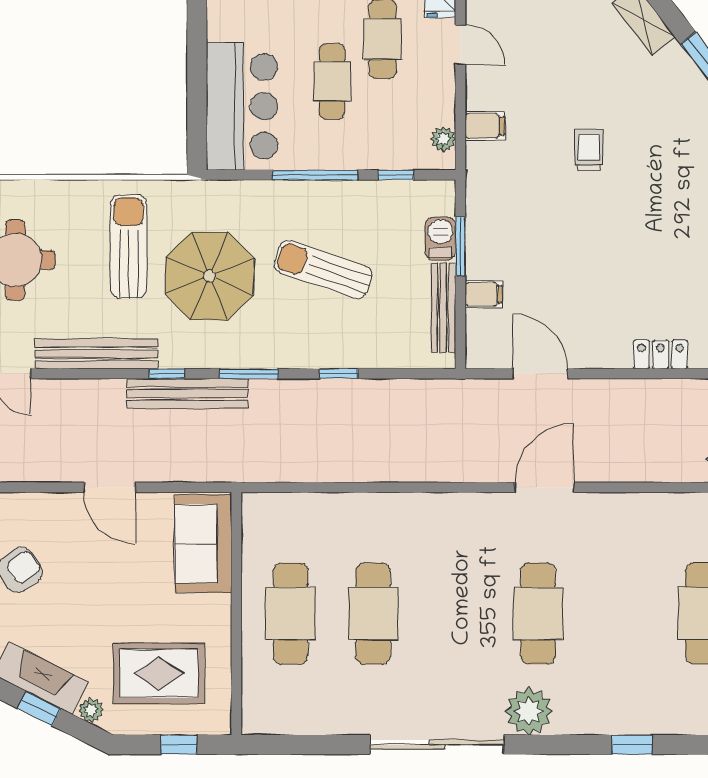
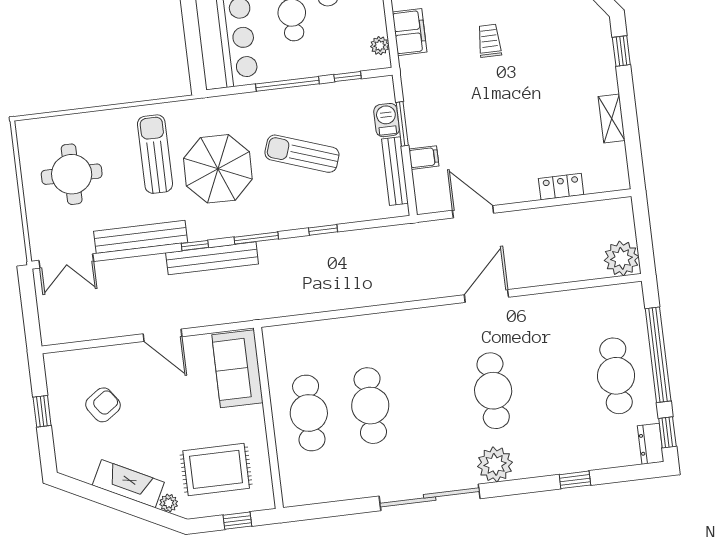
filing cabinet: (485, 126) -> (410, 32), width x2.00
window: (39, 709) -> (130, 506), removed

